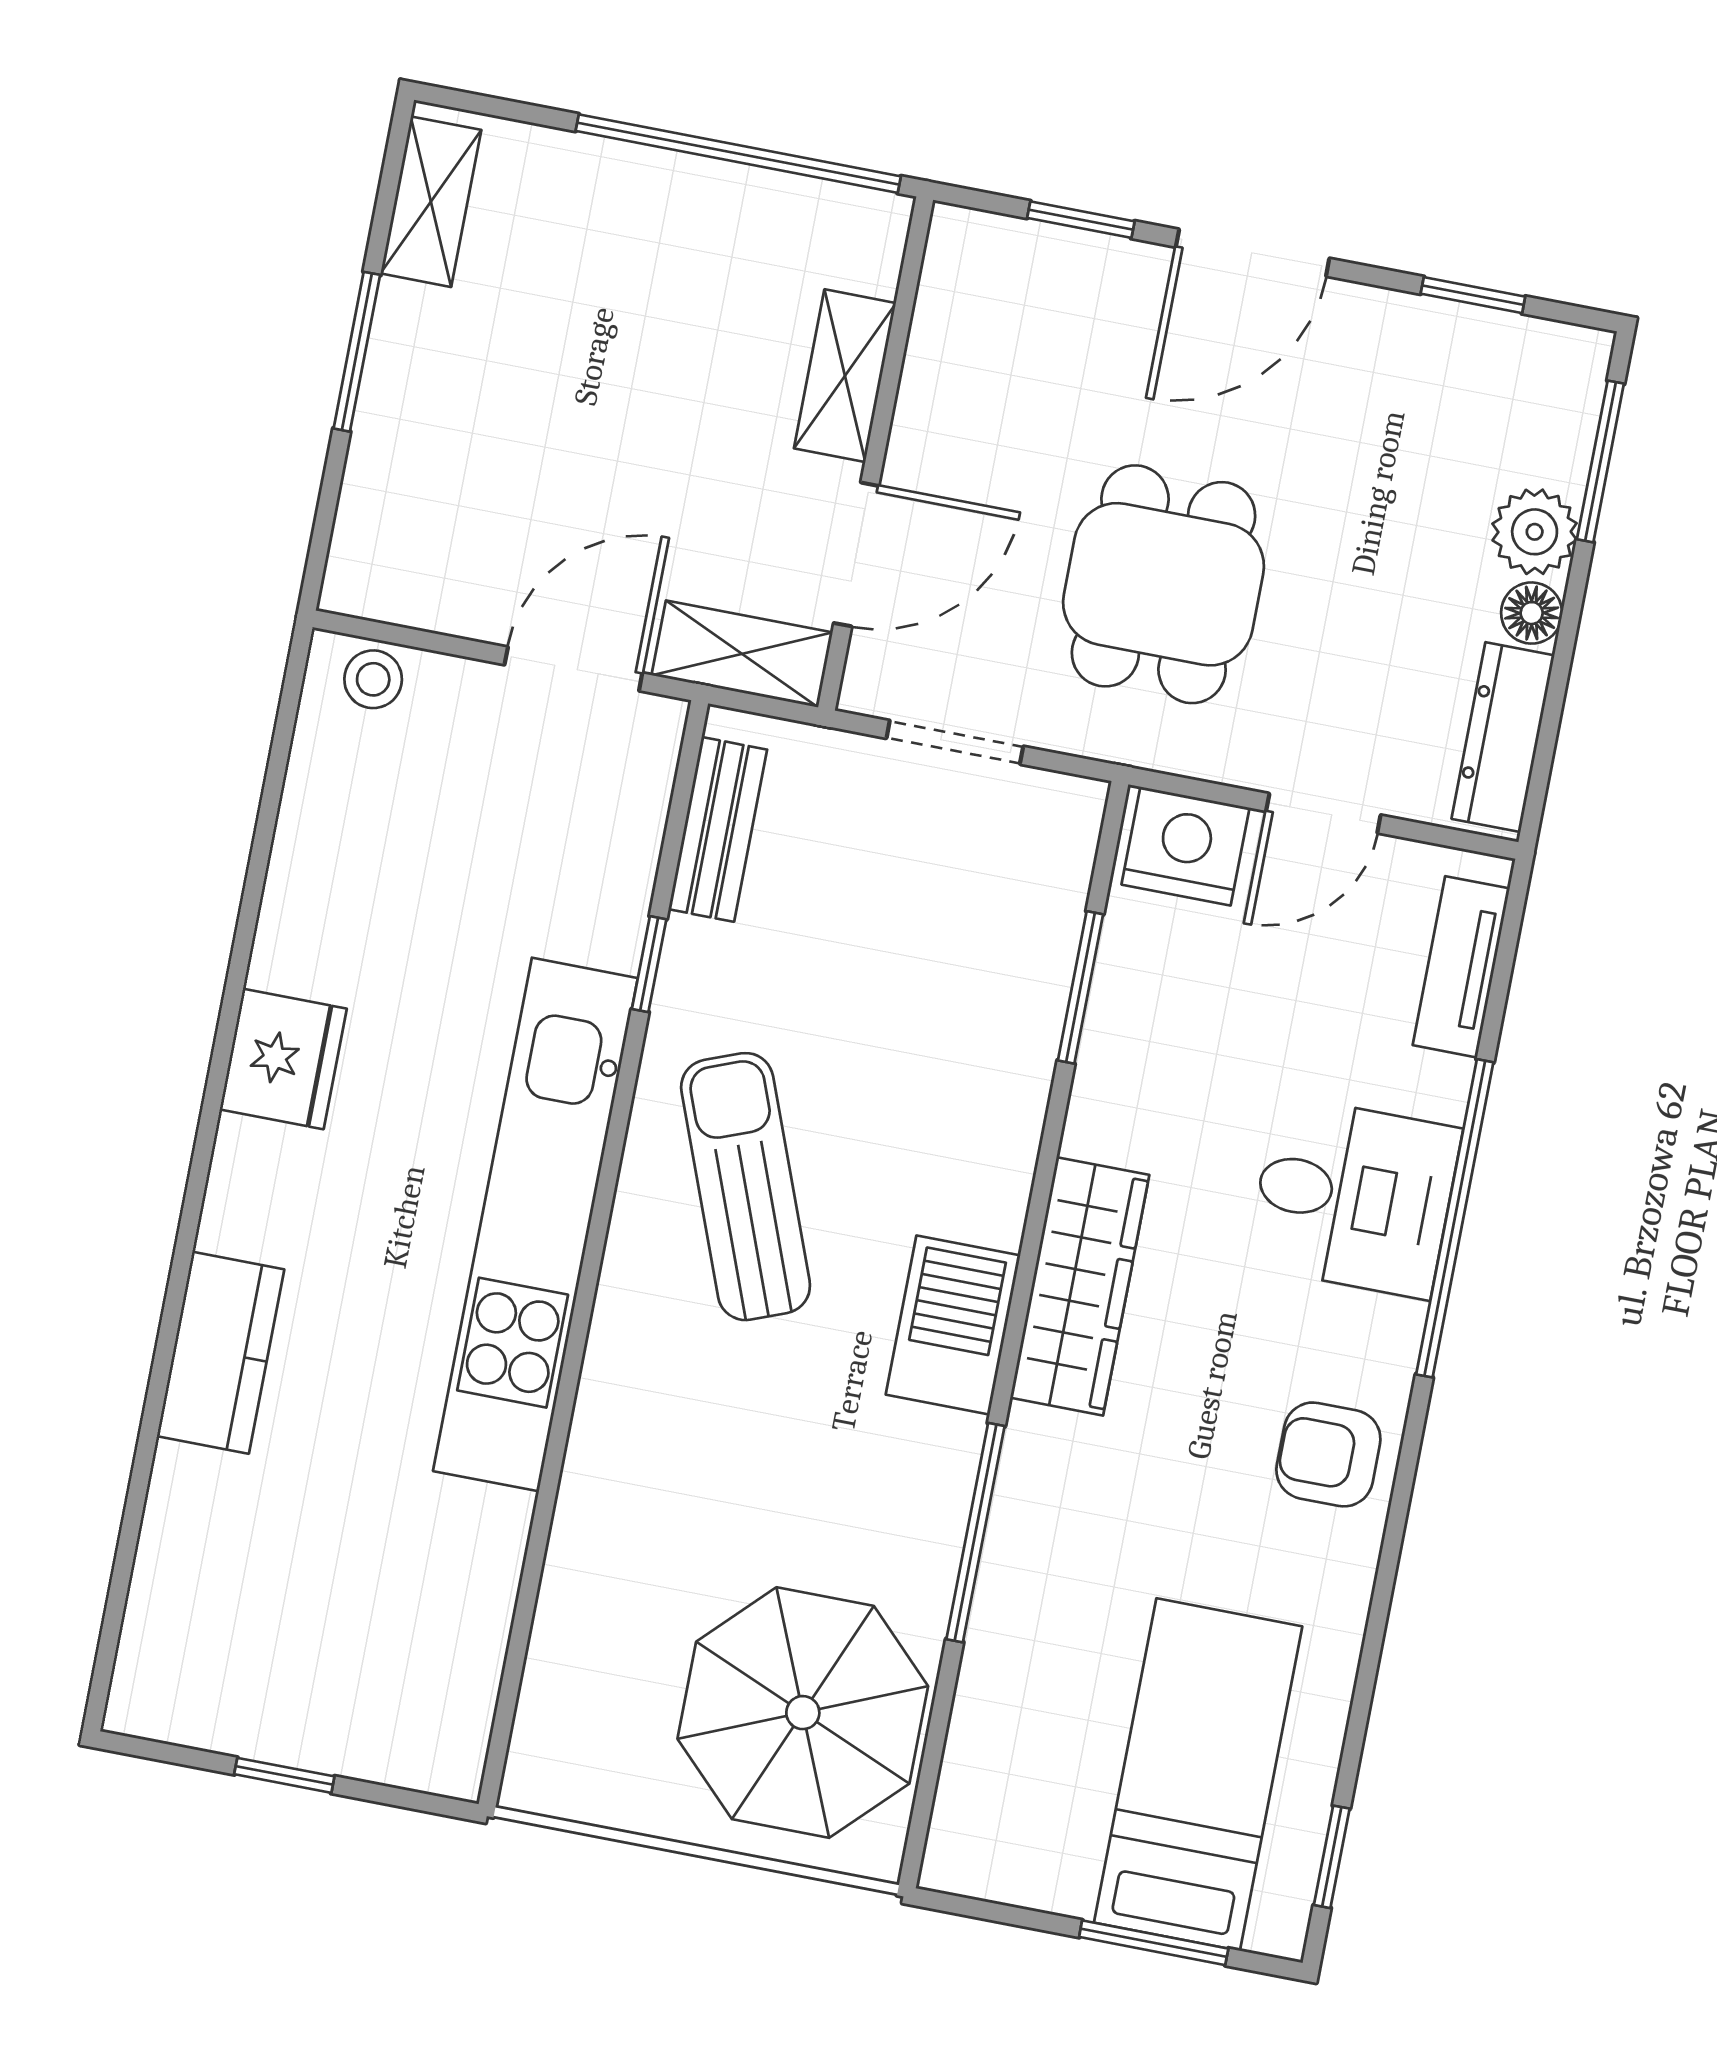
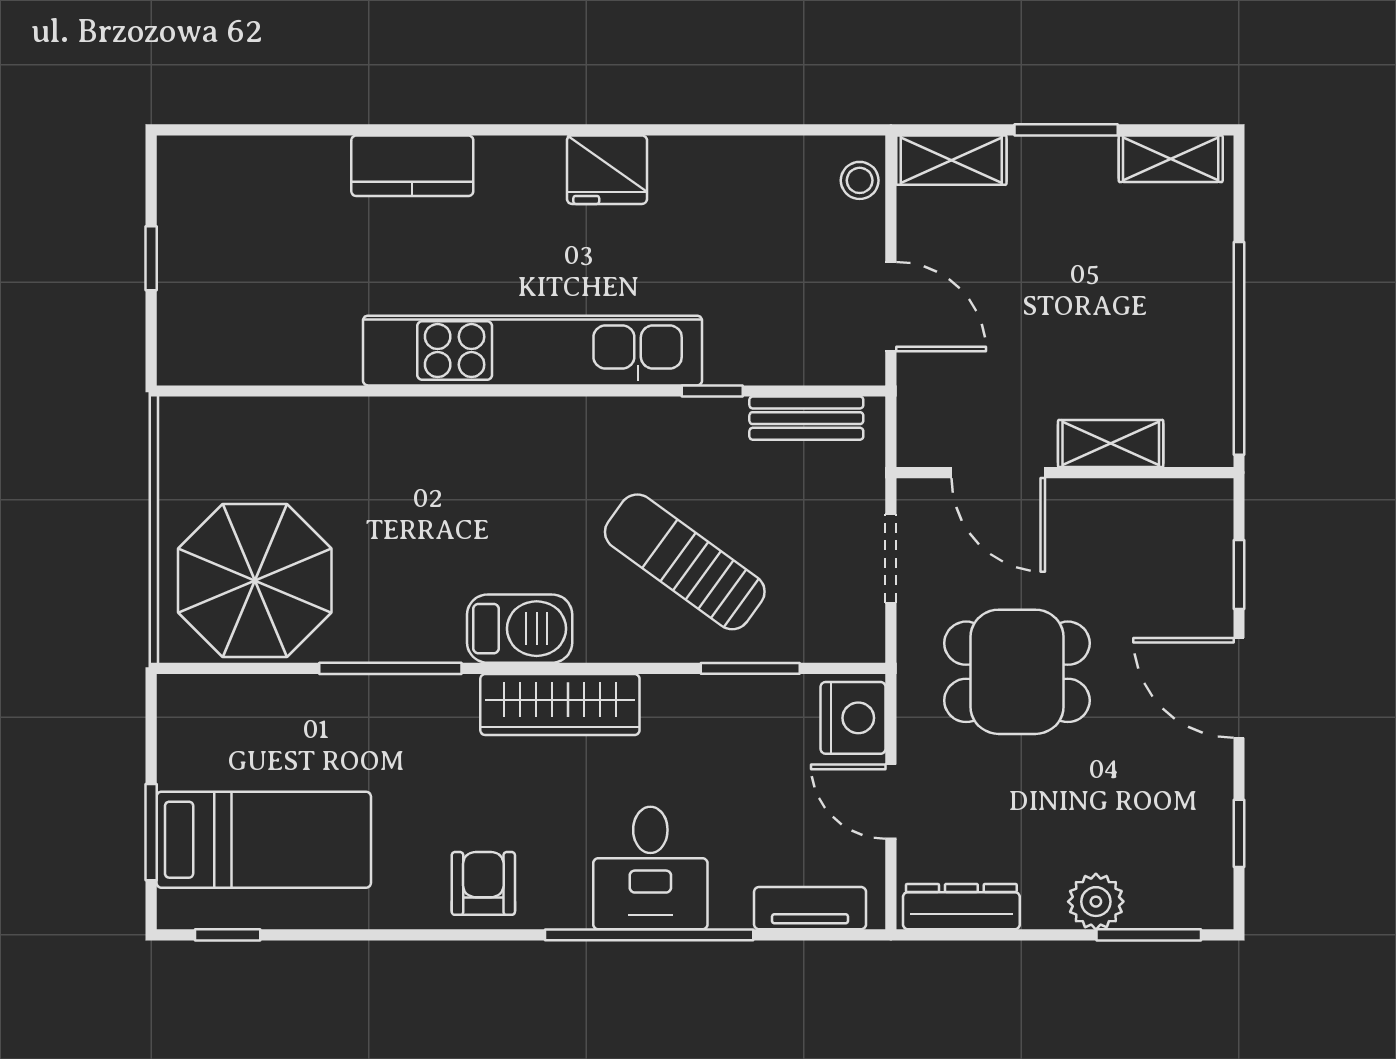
floor lamp: (1532, 613) -> (1044, 910), removed
shelving: (742, 654) -> (951, 160), moved, turned 90
sun lounger: (746, 1187) -> (685, 562), moved, turned -123

